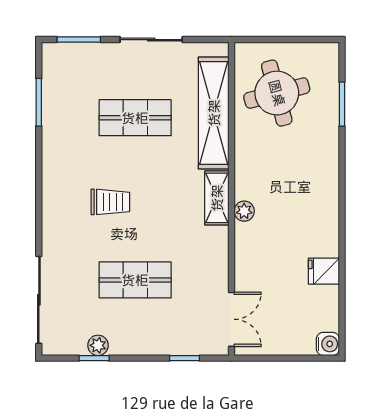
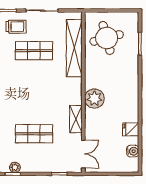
shelving: (217, 198) -> (76, 119), moved
trolley: (110, 202) -> (16, 27), moved
plant: (244, 211) -> (94, 99), width x1.88, depth x1.88
water cooler: (328, 344) -> (133, 151), moved

